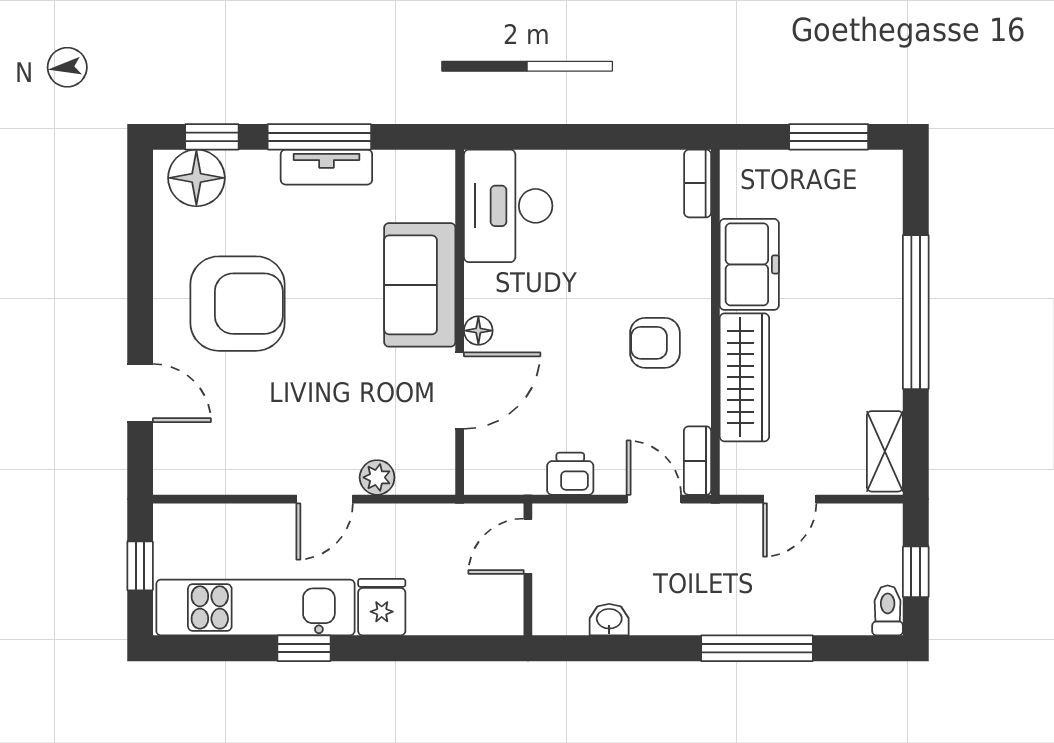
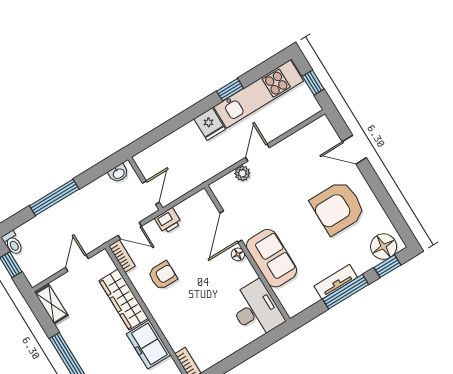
armchair: (655, 343) -> (163, 275), moved
door: (528, 546) -> (151, 193), moved
wall: (528, 569) -> (145, 184), moved

